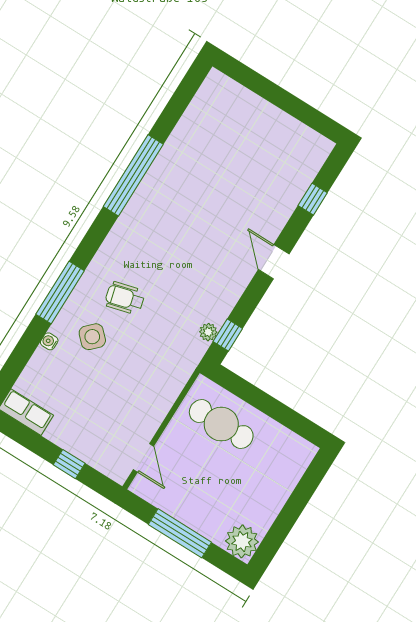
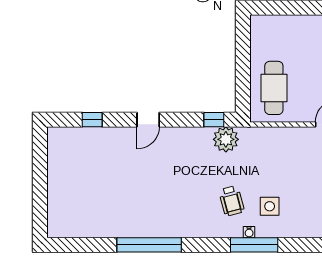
plant: (208, 332) -> (226, 139), width x1.88, depth x1.88
side table: (92, 337) -> (270, 206), turned 45
water cooler: (49, 341) -> (249, 232), moved

